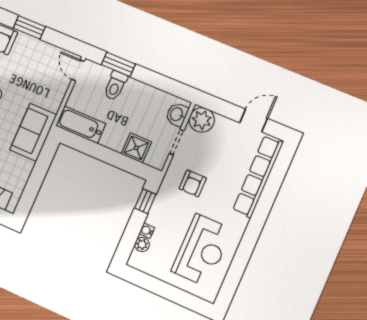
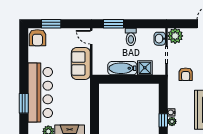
toilet: (115, 86) -> (131, 37), moved
bathtub: (81, 125) -> (122, 68), moved
sofa: (33, 132) -> (81, 63), moved
window: (145, 201) -> (163, 120), moved

